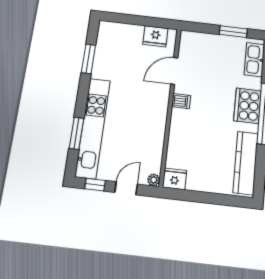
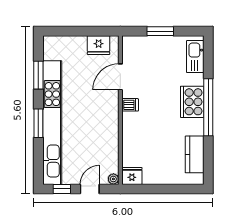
window: (233, 32) -> (160, 31), moved
kitchen unit: (93, 128) -> (52, 123), width x1.36
window: (77, 133) -> (38, 123), moved
kitchen counter: (246, 163) -> (195, 154), width x0.67

